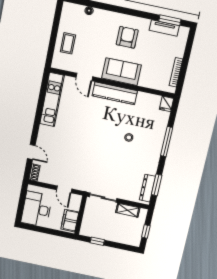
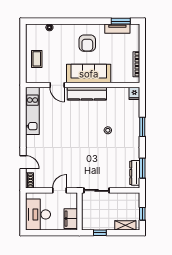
armchair: (127, 37) -> (87, 43), turned 180
sofa: (122, 72) -> (89, 74), width x1.36
window: (167, 142) -> (142, 127), width x0.69
door: (64, 189) -> (60, 190), swing flipped
shelving: (128, 210) -> (125, 225), moved

